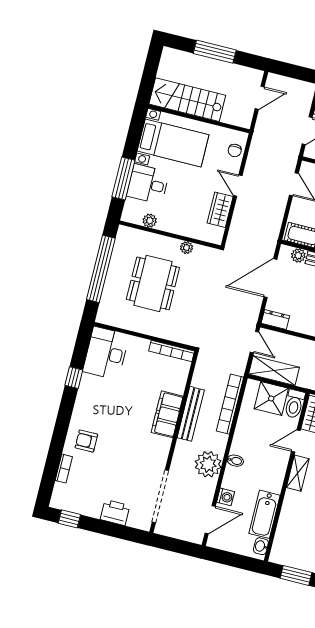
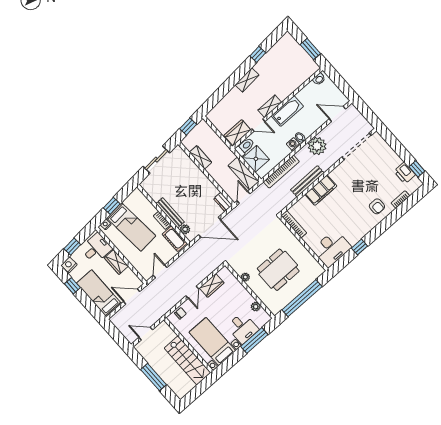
washing machine: (226, 497) -> (293, 144), moved
printer: (115, 512) -> (405, 173), moved
bathtub: (265, 514) -> (287, 111), moved

